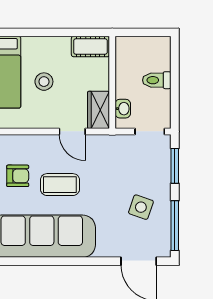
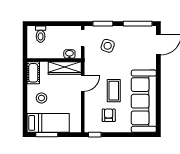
toilet: (157, 80) -> (41, 34), moved
stool: (44, 82) -> (41, 98), moved
wardrobe: (99, 110) -> (65, 68), width x1.50
side table: (141, 207) -> (108, 46), moved

